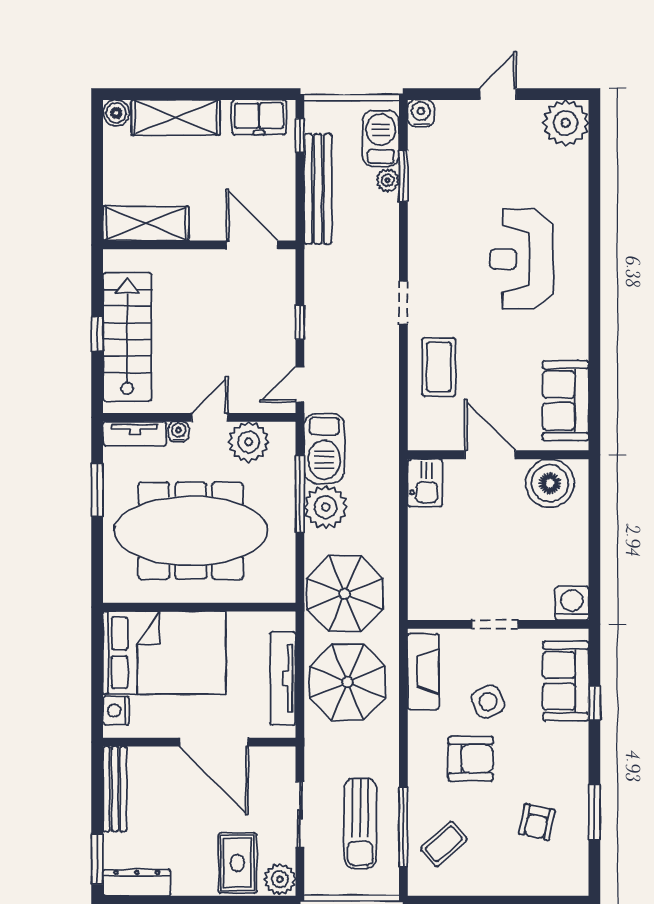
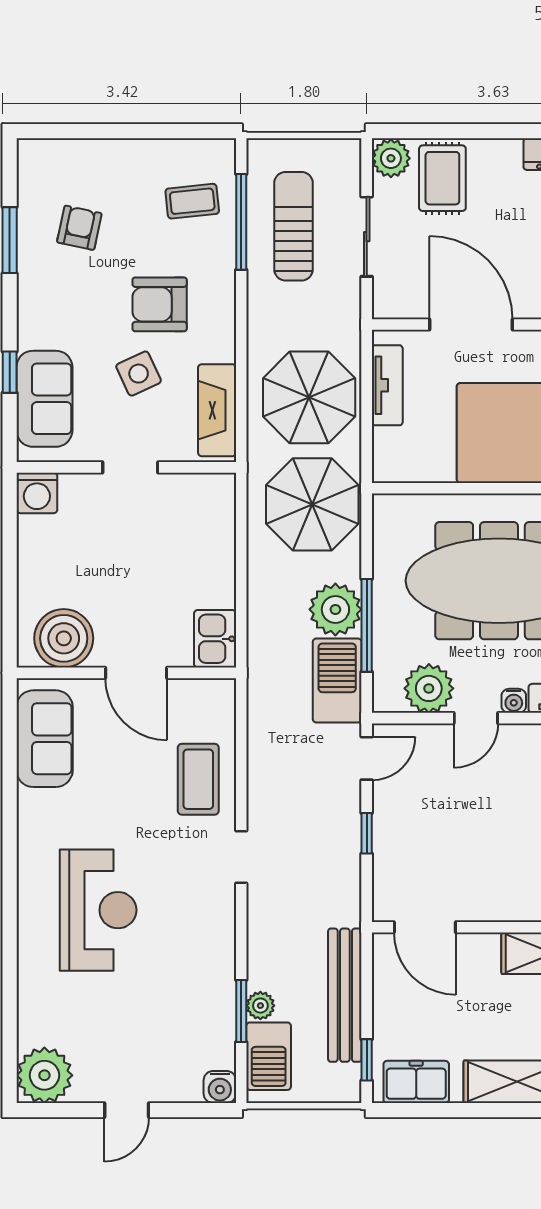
tv unit: (283, 678) -> (387, 385), width x0.71
coffee table: (444, 844) -> (192, 201), turned 36

